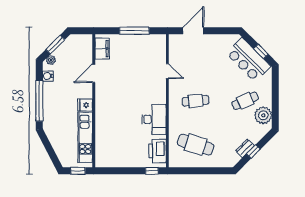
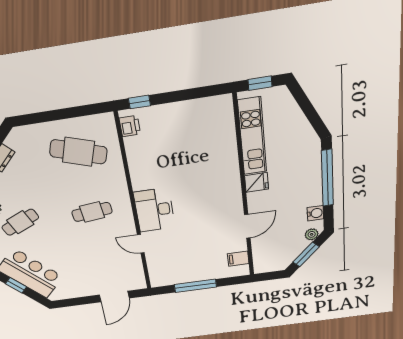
filing cabinet: (102, 49) -> (238, 259), width x0.50
desk: (154, 119) -> (154, 210), moved
printer: (158, 151) -> (130, 126), width x0.53, depth x0.68

